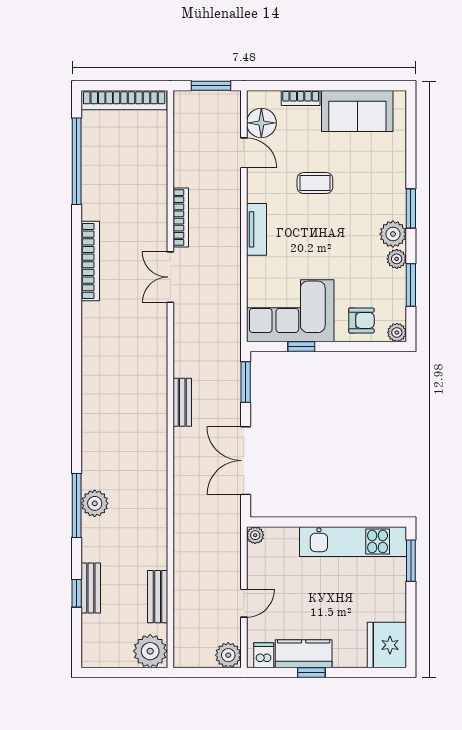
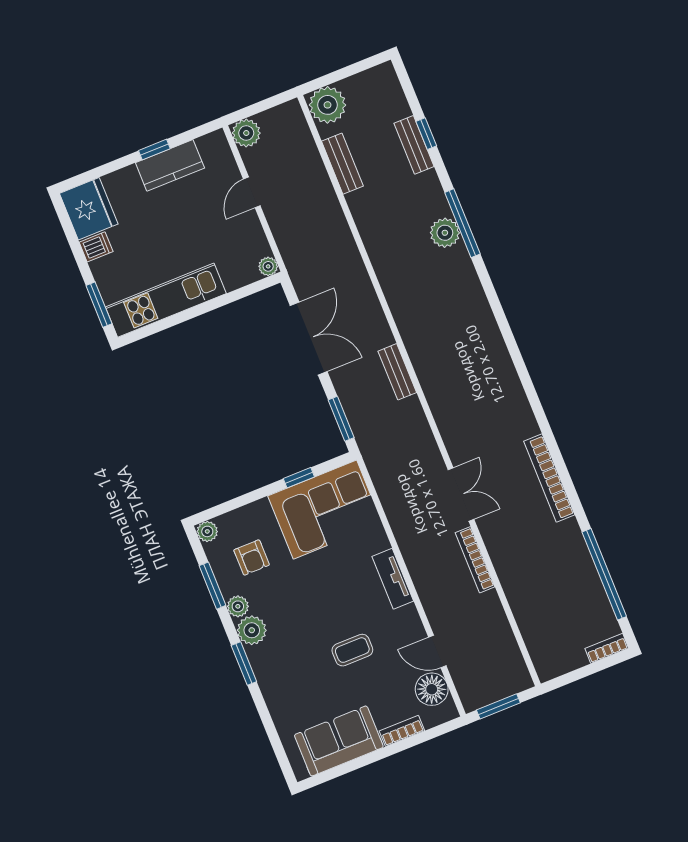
bookcase: (124, 100) -> (607, 648), width x0.43, depth x0.76
armchair: (361, 320) -> (252, 557), moved, turned -90
dishwasher: (264, 655) -> (96, 247), moved, turned -90

